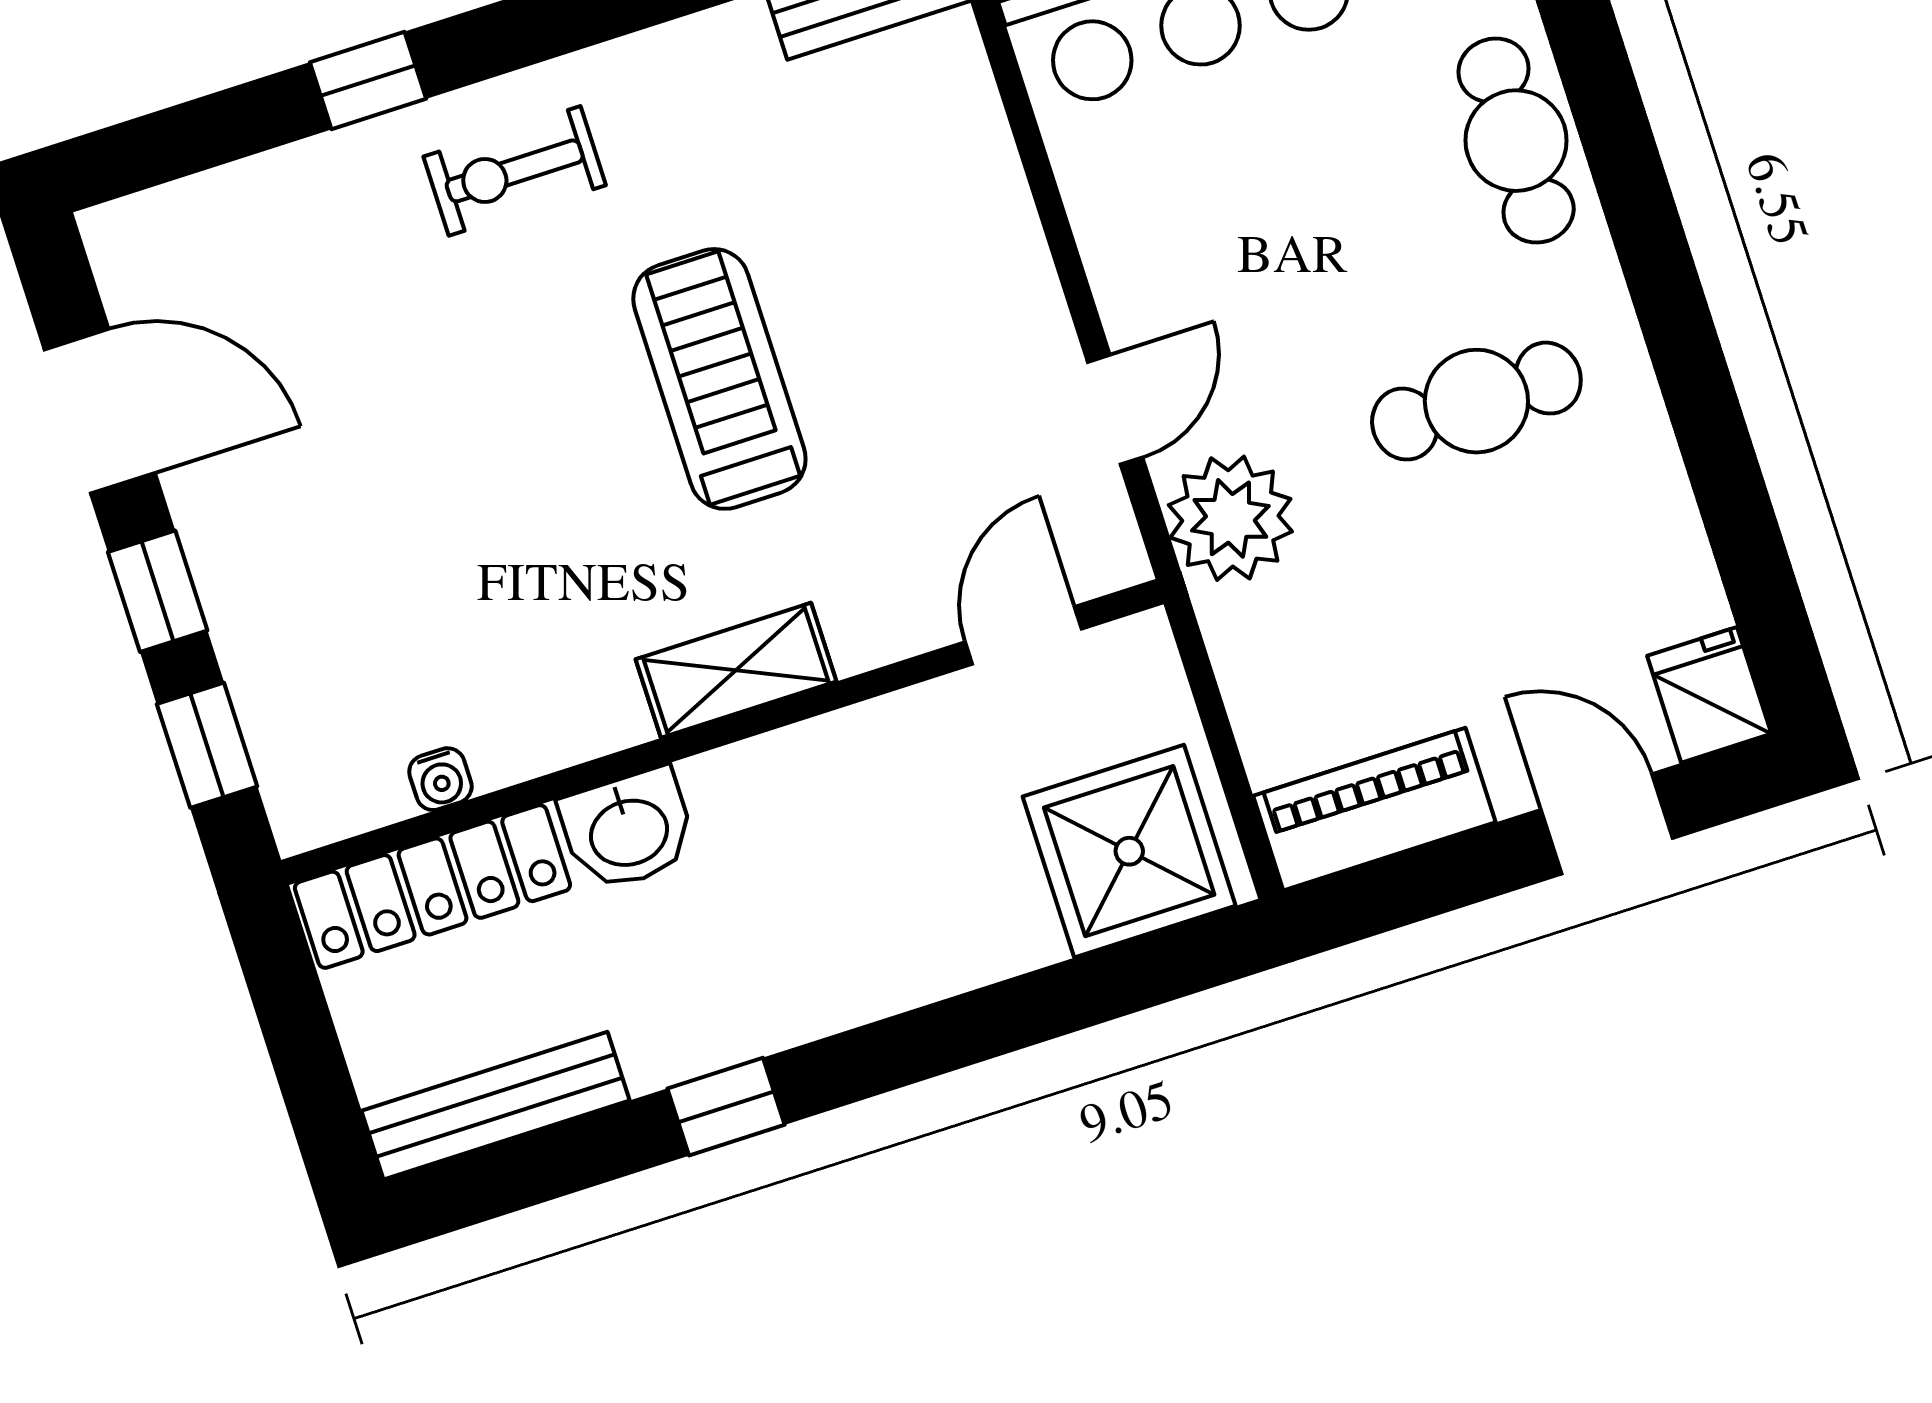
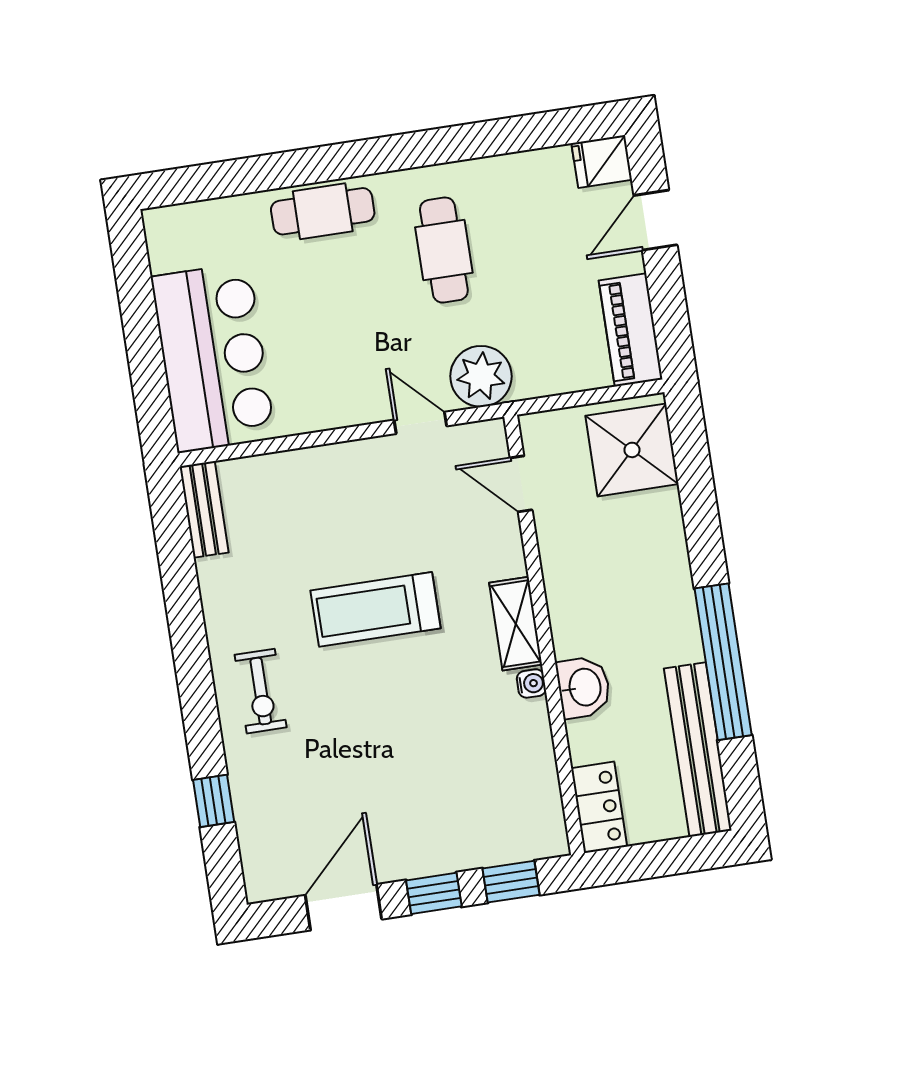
window: (368, 81) -> (214, 801), moved
water cooler: (440, 779) -> (531, 683), moved
locker: (432, 886) -> (599, 807), width x0.66
bench: (496, 1106) -> (698, 750), width x1.37, depth x1.21
window: (726, 1107) -> (723, 662), width x3.17

